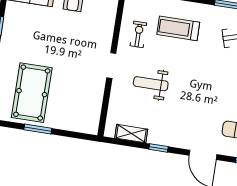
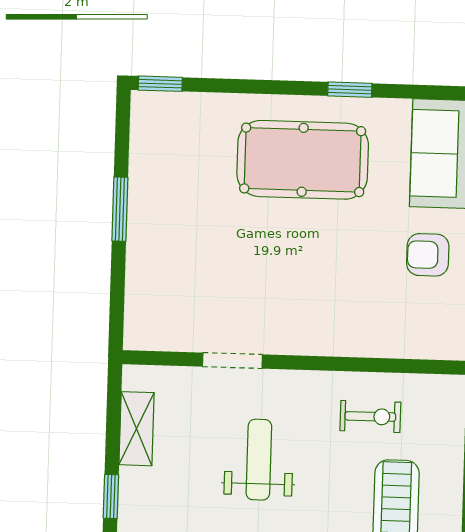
doorway: (111, 65) -> (232, 361), moved
pool table: (32, 93) -> (303, 160), moved

